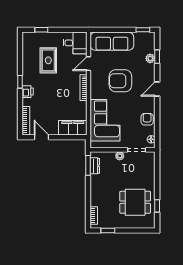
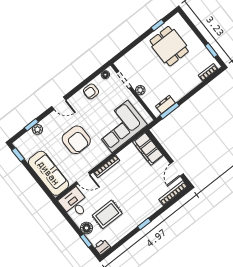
floor lamp: (50, 37) -> (87, 228), added
printer: (28, 92) -> (102, 247), moved

